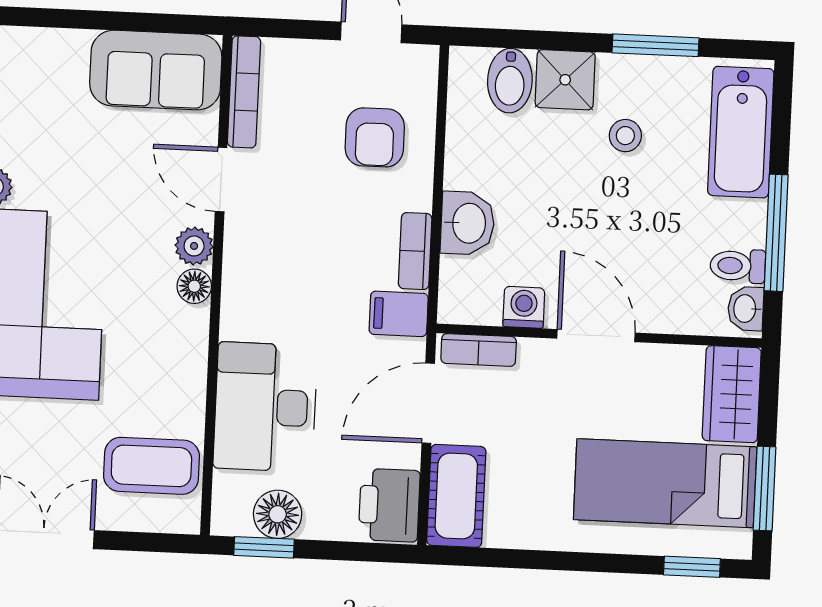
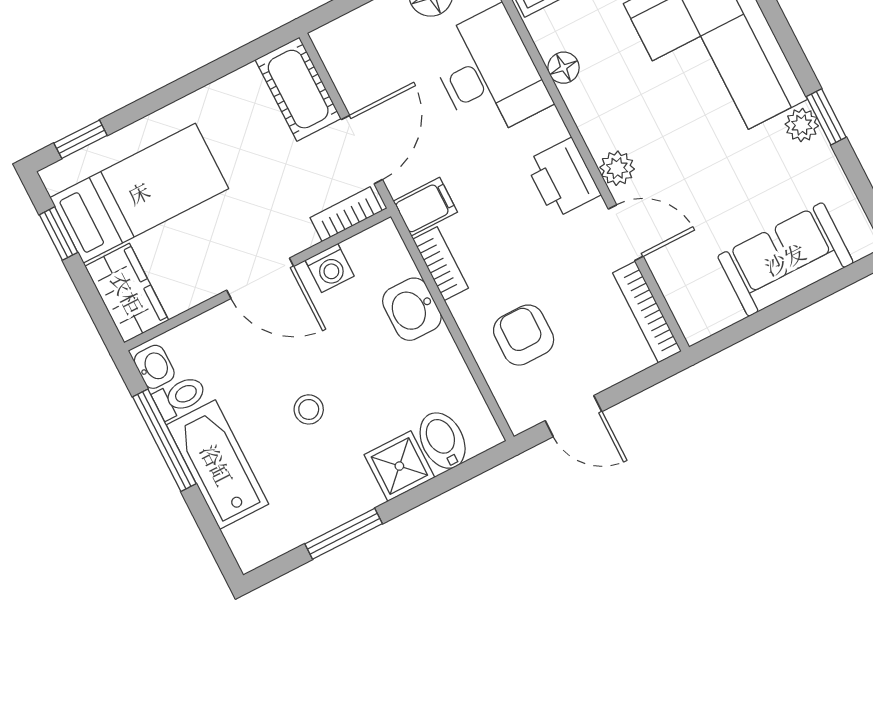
sofa: (156, 70) -> (785, 259), moved
bathtub: (741, 132) -> (217, 465), moved
stool: (625, 136) -> (309, 409), moved
floor lamp: (194, 286) -> (564, 68), moved
window: (765, 488) -> (59, 234), width x0.67
printer: (389, 505) -> (563, 178), moved, turned 180

